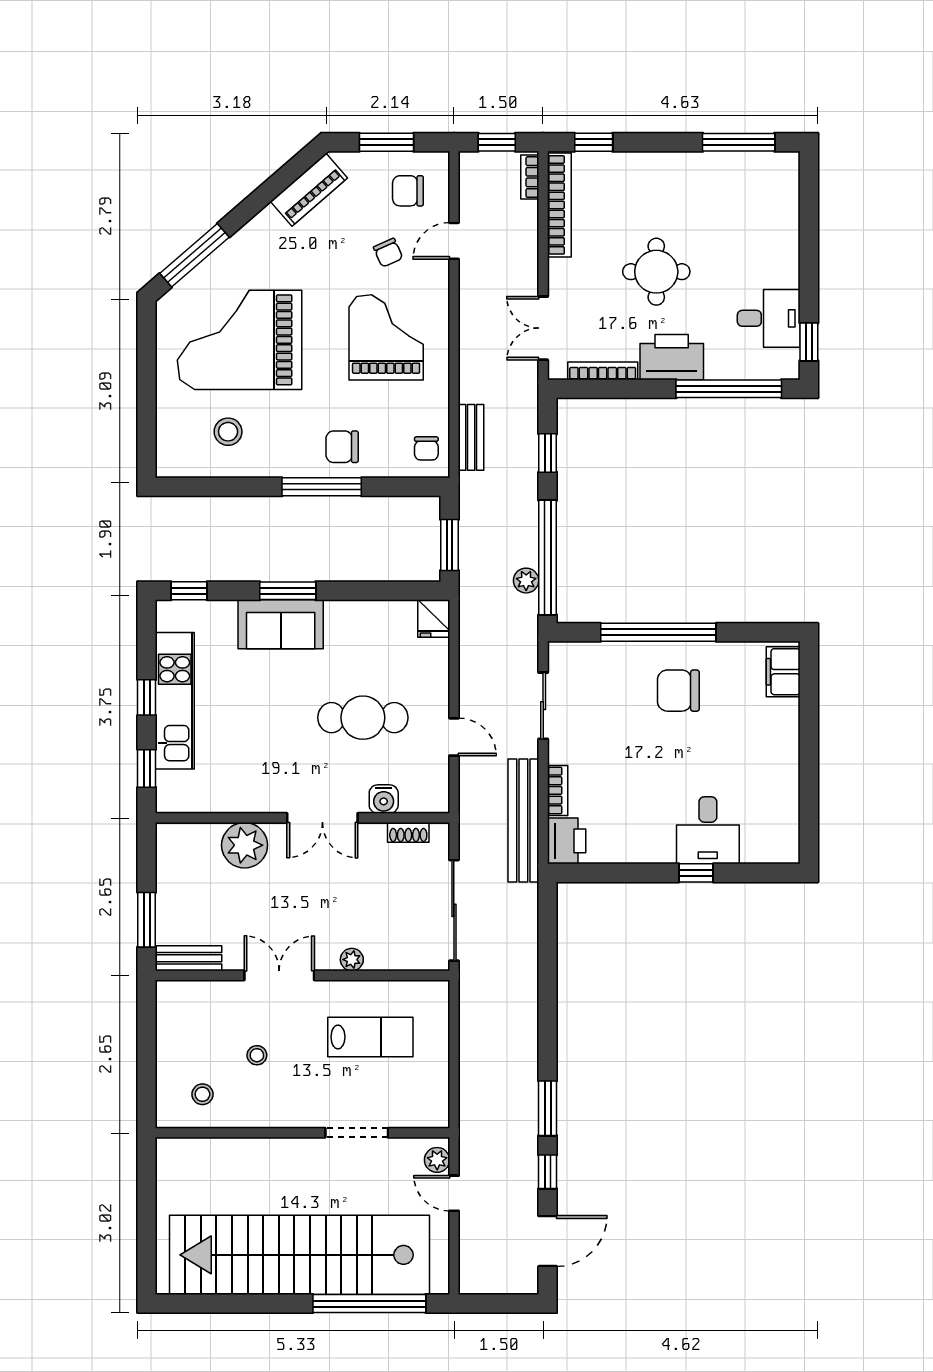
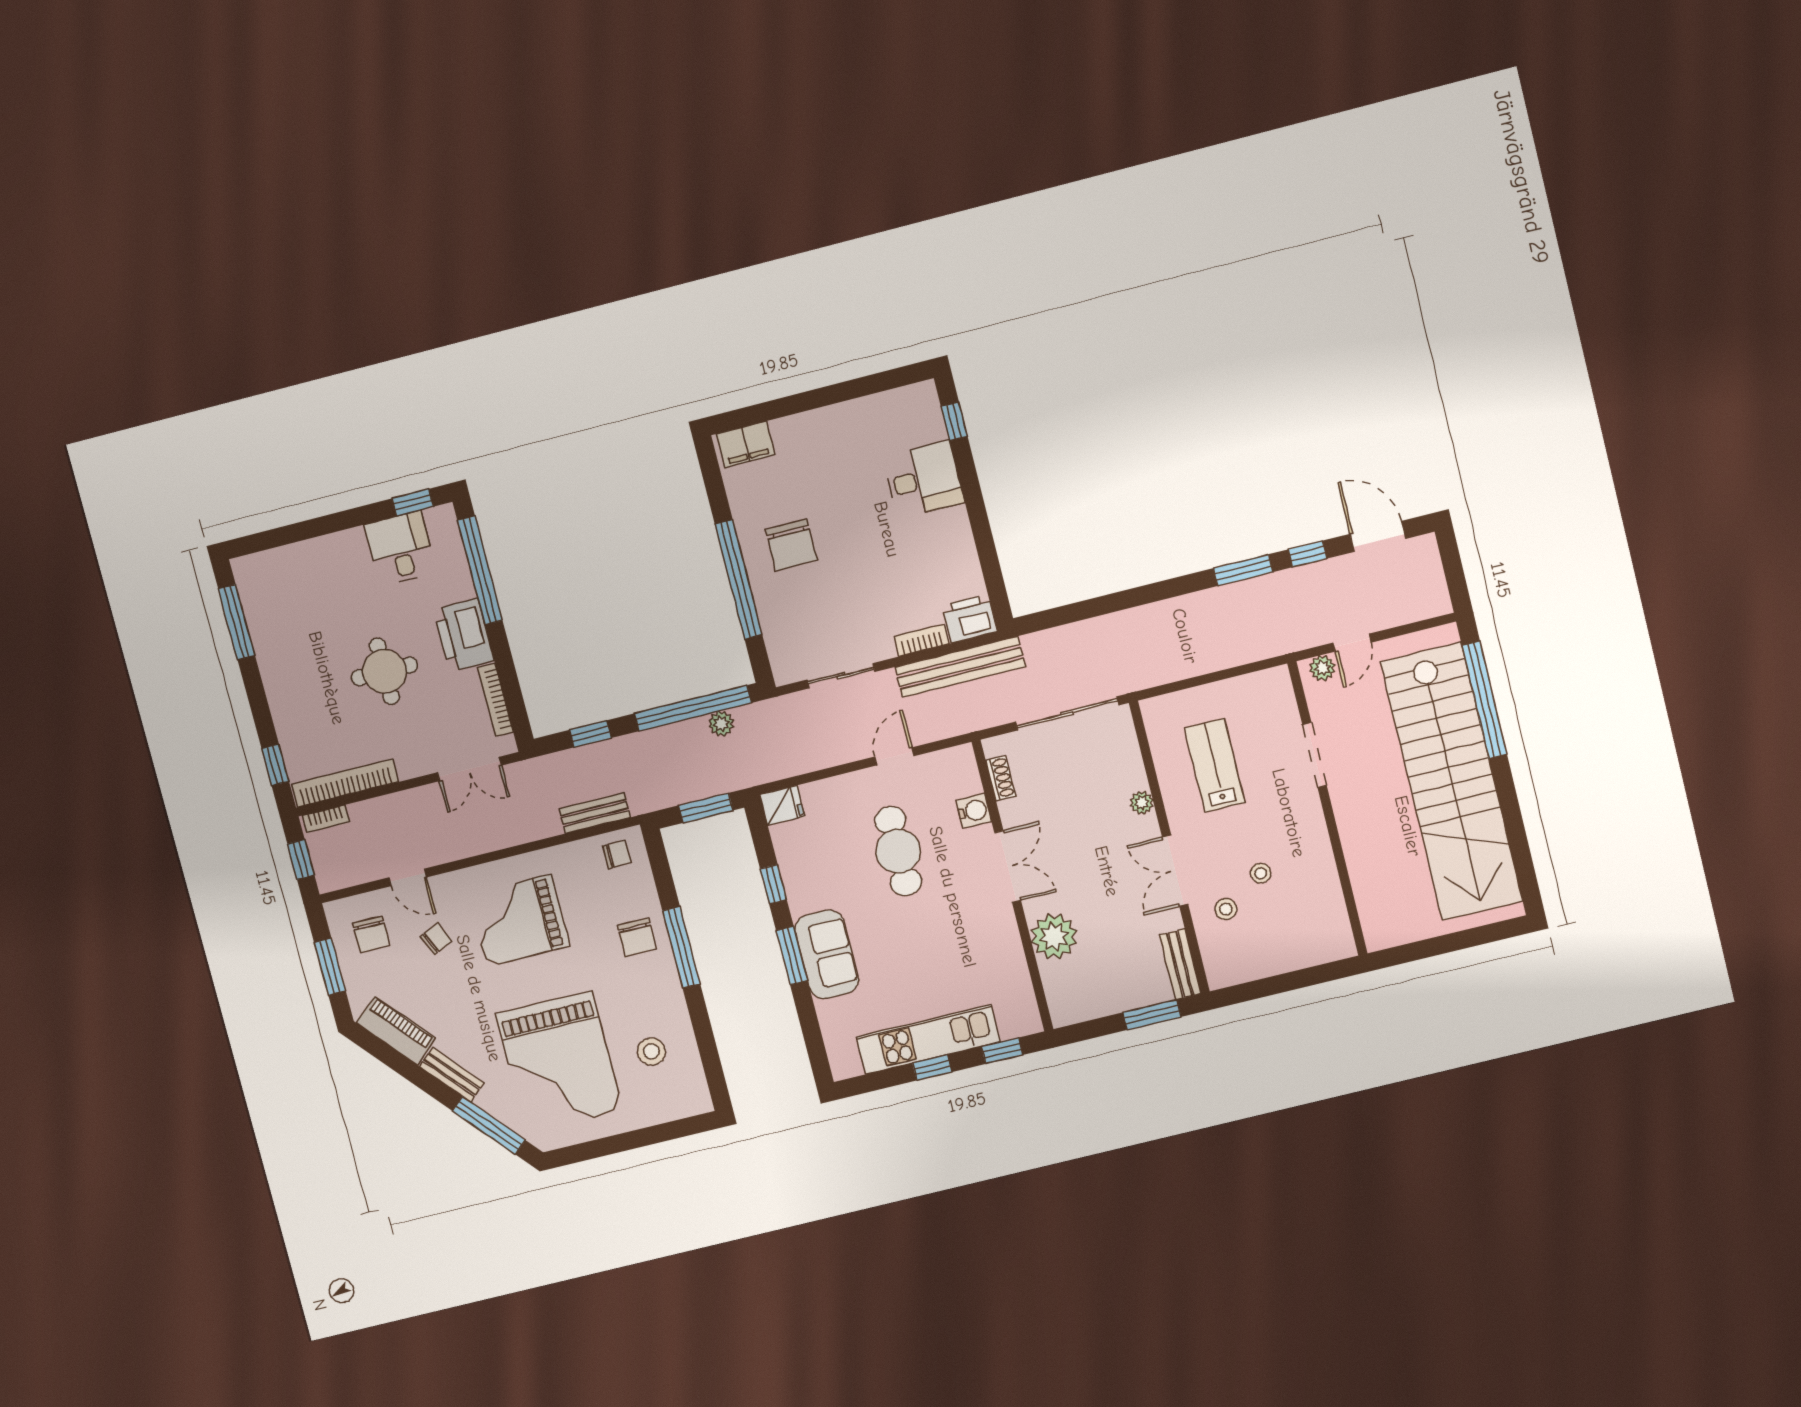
bench: (253, 232) -> (452, 1075), added
window: (189, 591) -> (773, 884), moved
window: (696, 873) -> (954, 421), moved
stool: (202, 1094) -> (1226, 909), moved

